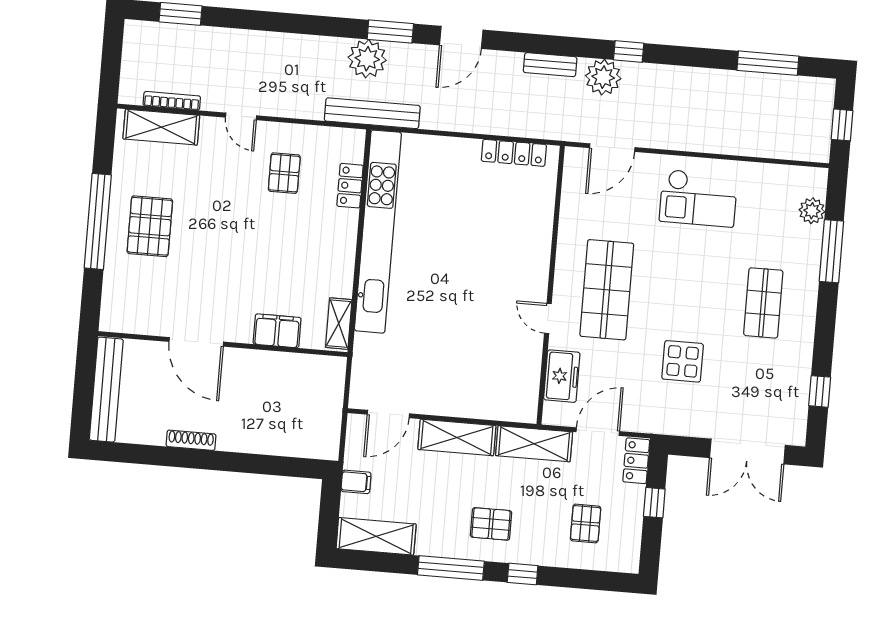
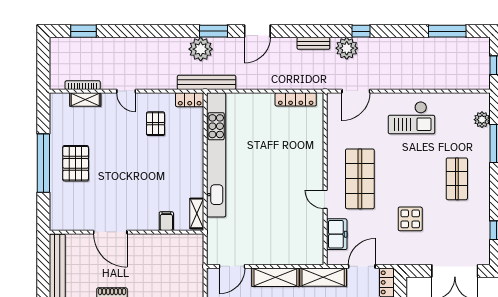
shelving: (161, 127) -> (85, 100), width x0.67, depth x0.75
locker: (350, 186) -> (190, 100), moved, turned -90
filing cabinet: (277, 331) -> (166, 221), width x0.50

